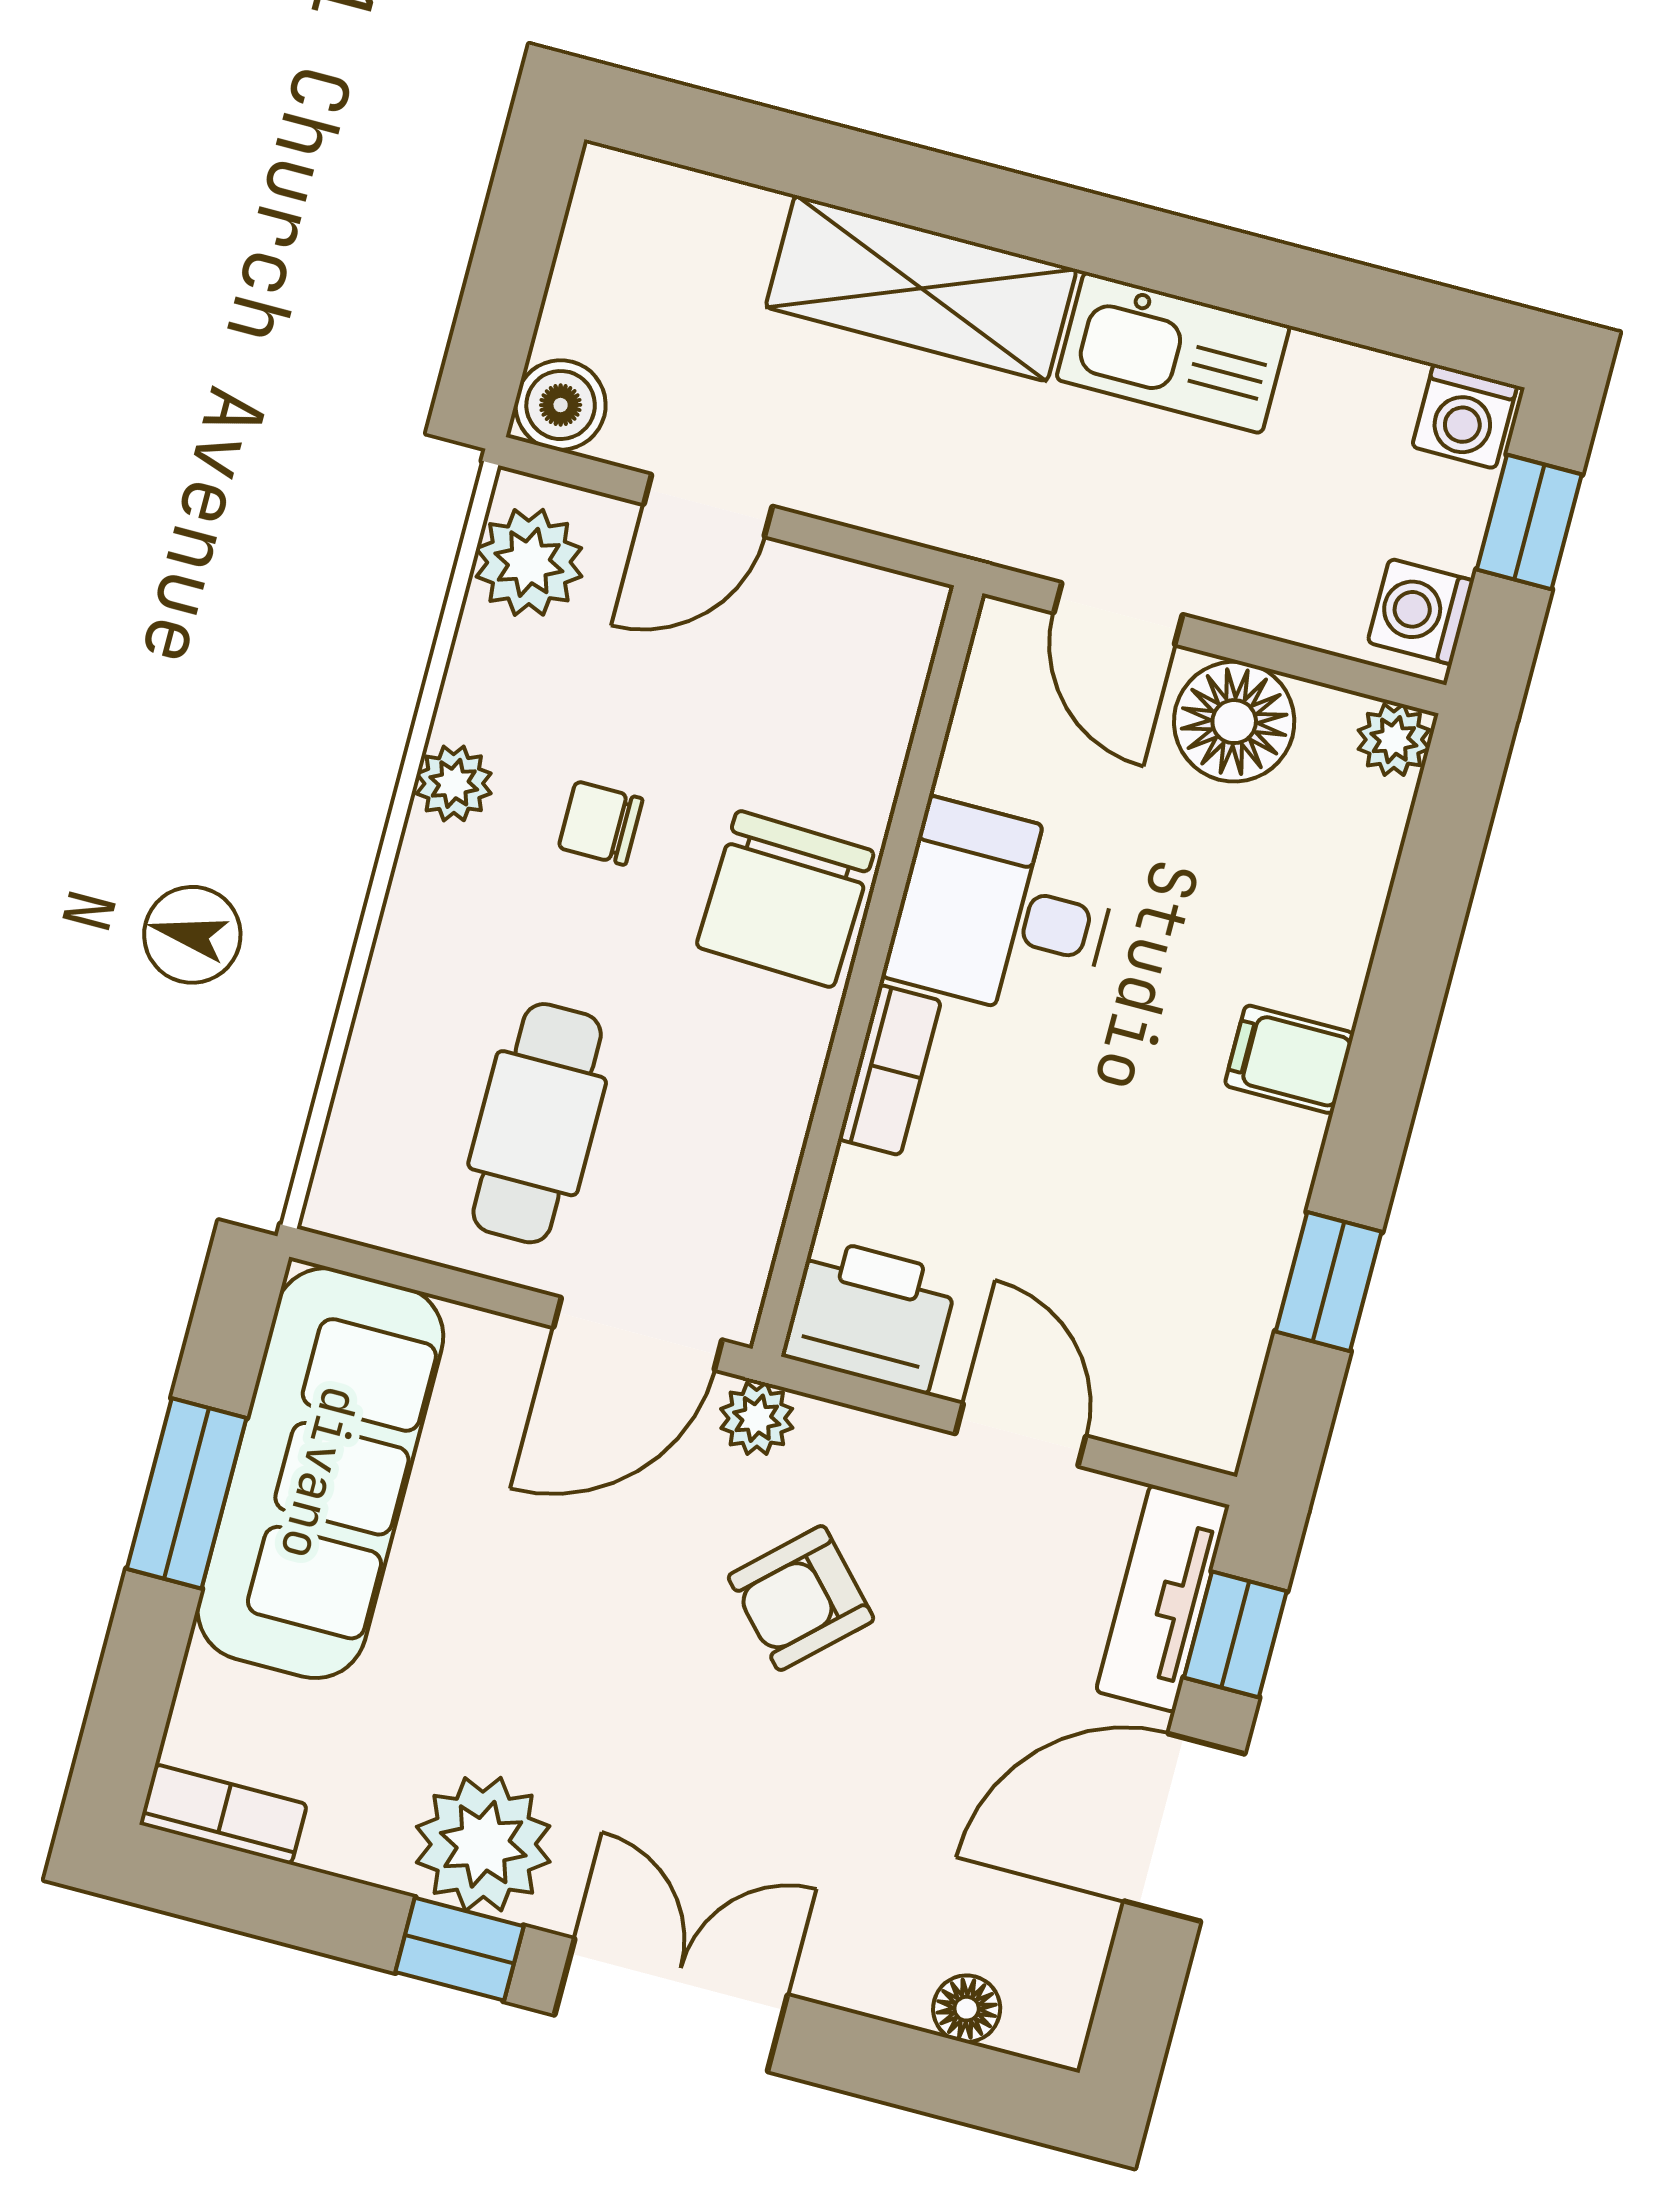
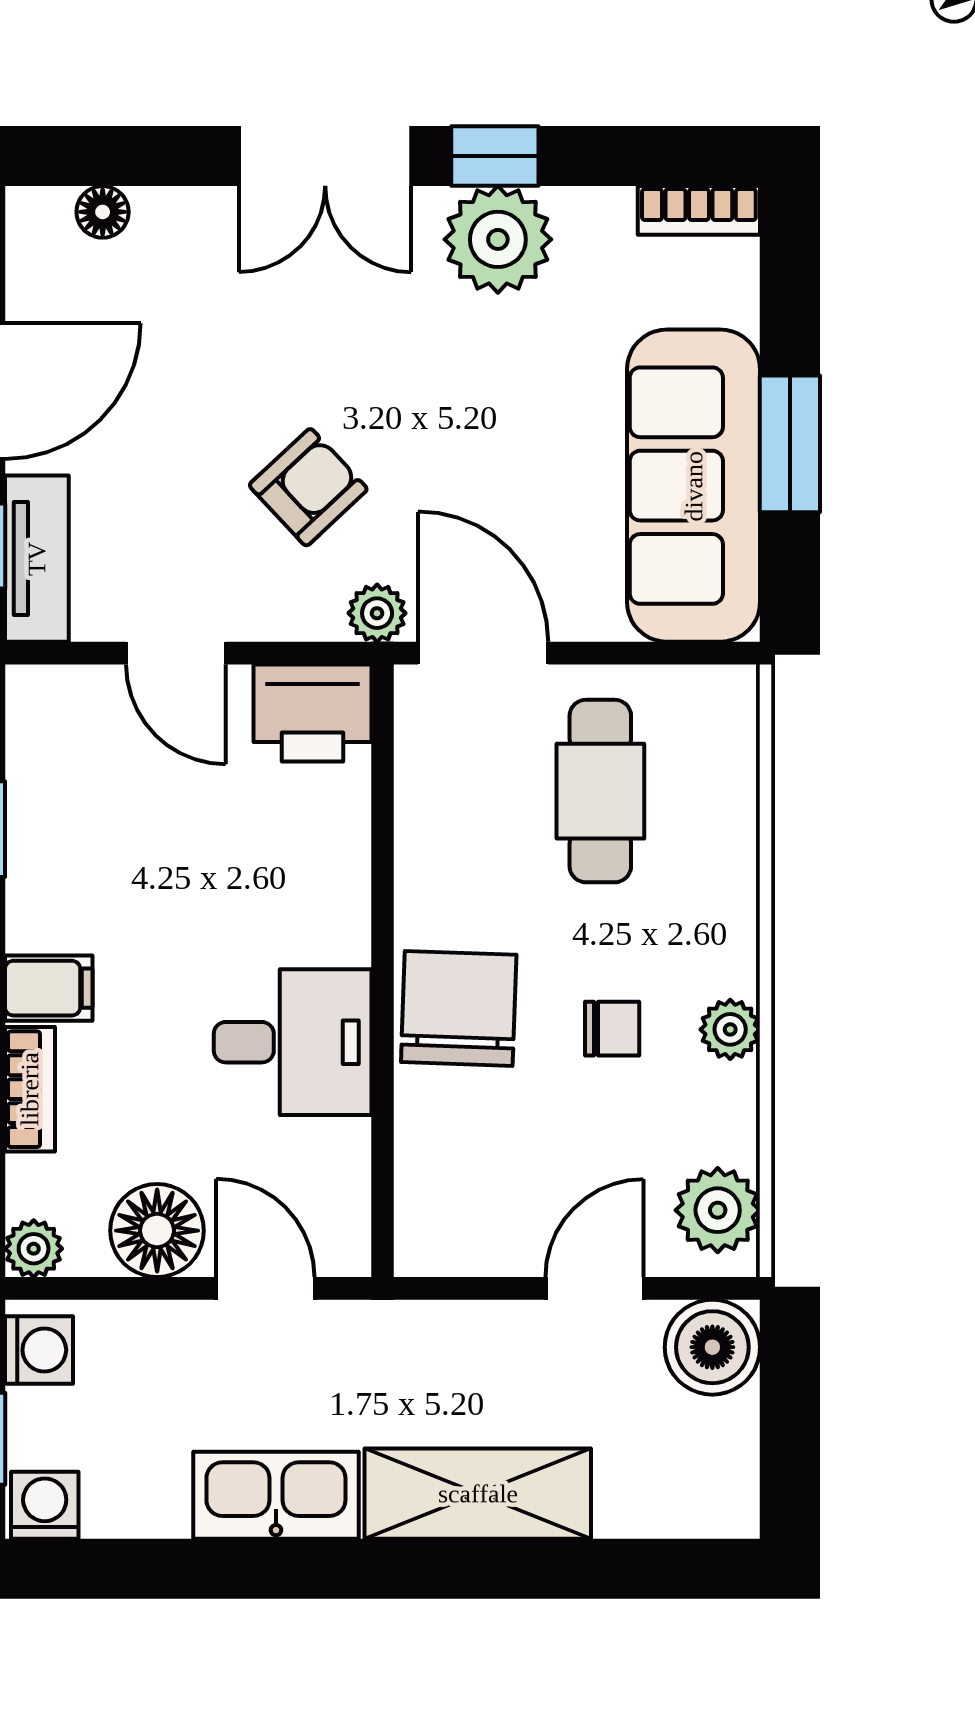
boiler: (561, 405) -> (712, 1347), width x1.36, depth x1.36
bookcase: (890, 1070) -> (30, 1089), moved, turned 180
door: (638, 1334) -> (483, 653), hinge flipped

